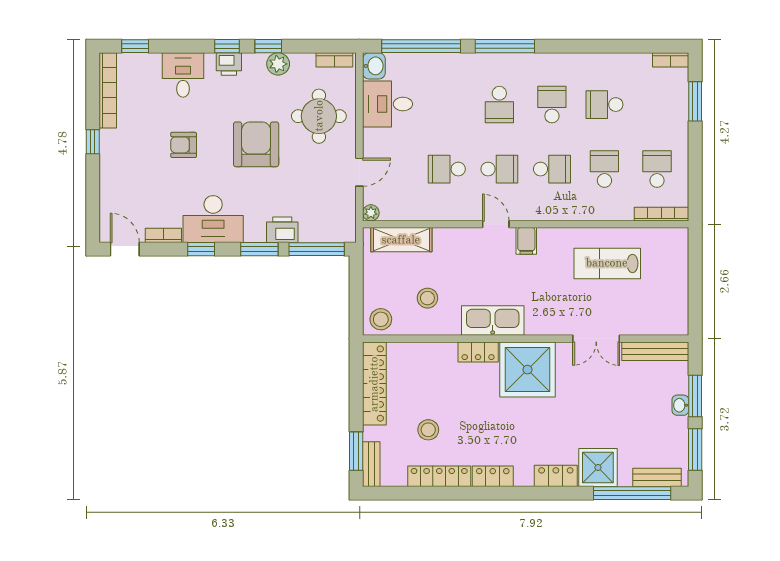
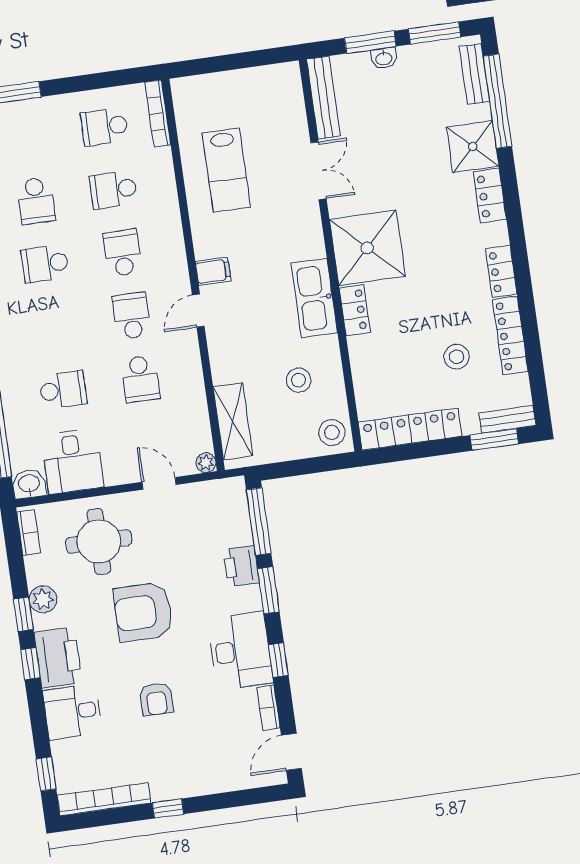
printer: (229, 64) -> (58, 657), width x1.87, depth x1.48
school desk: (499, 105) -> (63, 390), moved

